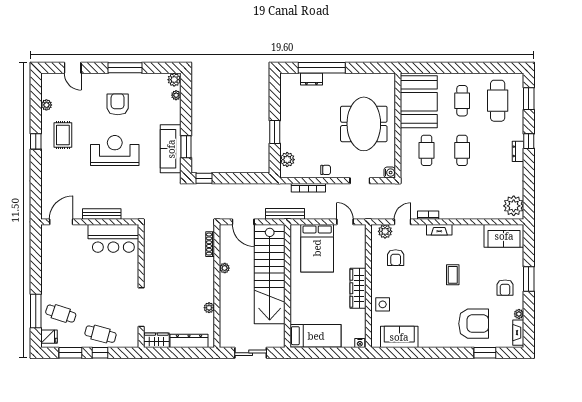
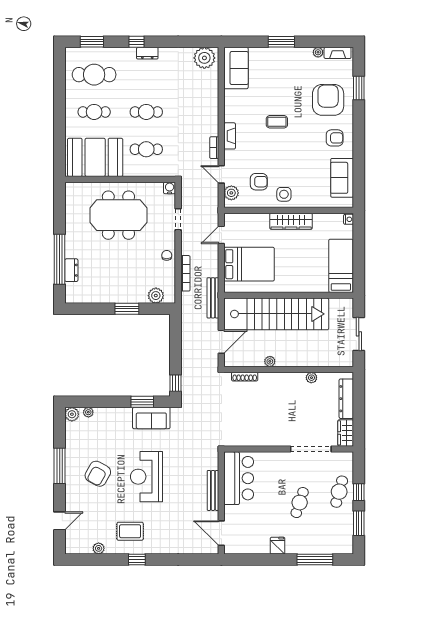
armchair: (118, 104) -> (98, 474), turned -61
sofa: (171, 149) -> (151, 418), width x0.73
armchair: (505, 288) -> (335, 138), moved
side table: (383, 304) -> (284, 194), moved
cafe table: (61, 314) -> (300, 503), moved
fridge: (49, 337) -> (278, 546), moved

